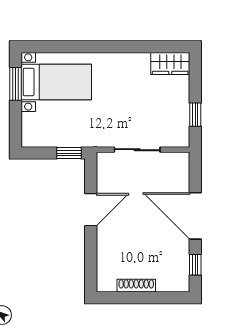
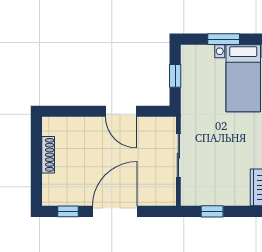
window: (16, 84) -> (224, 39), moved
window: (69, 153) -> (175, 76), moved

